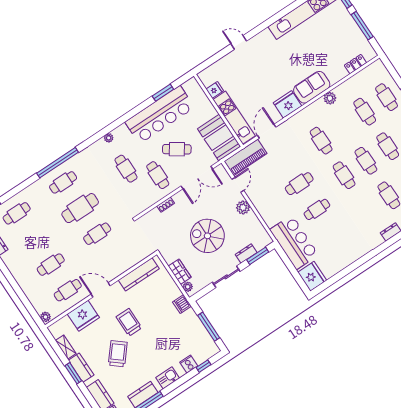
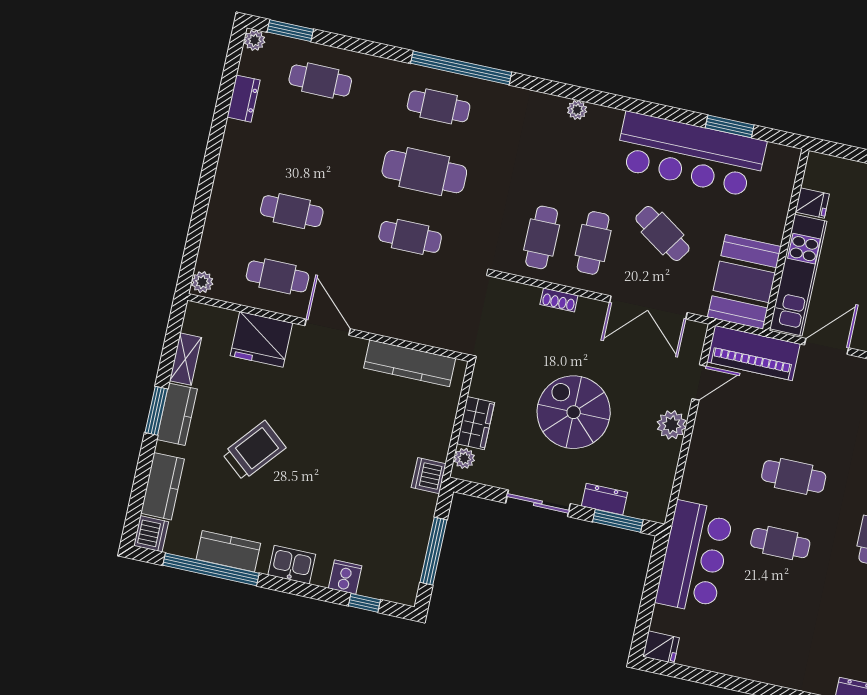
cafe table: (126, 169) -> (542, 237), moved
fridge: (312, 276) -> (661, 647), width x0.53, depth x0.75
trolley: (129, 322) -> (320, 421), removed

